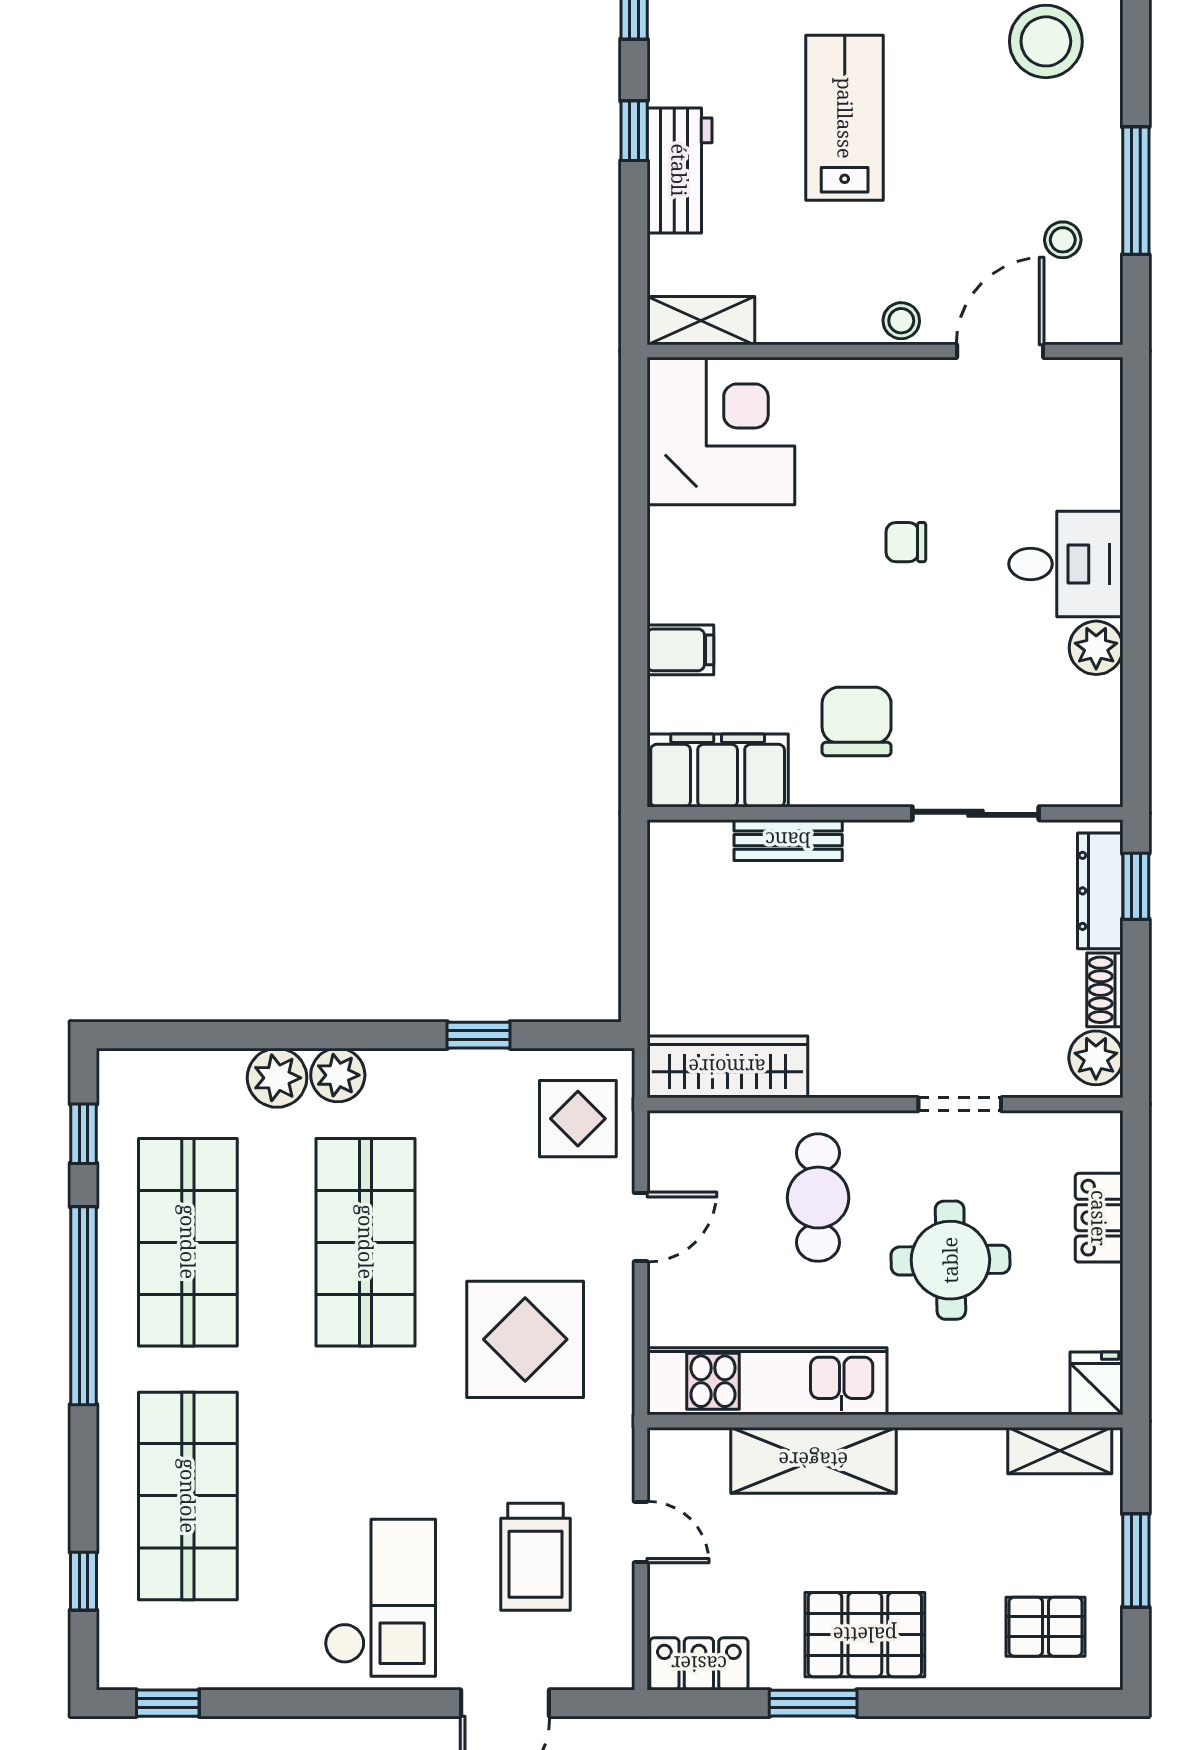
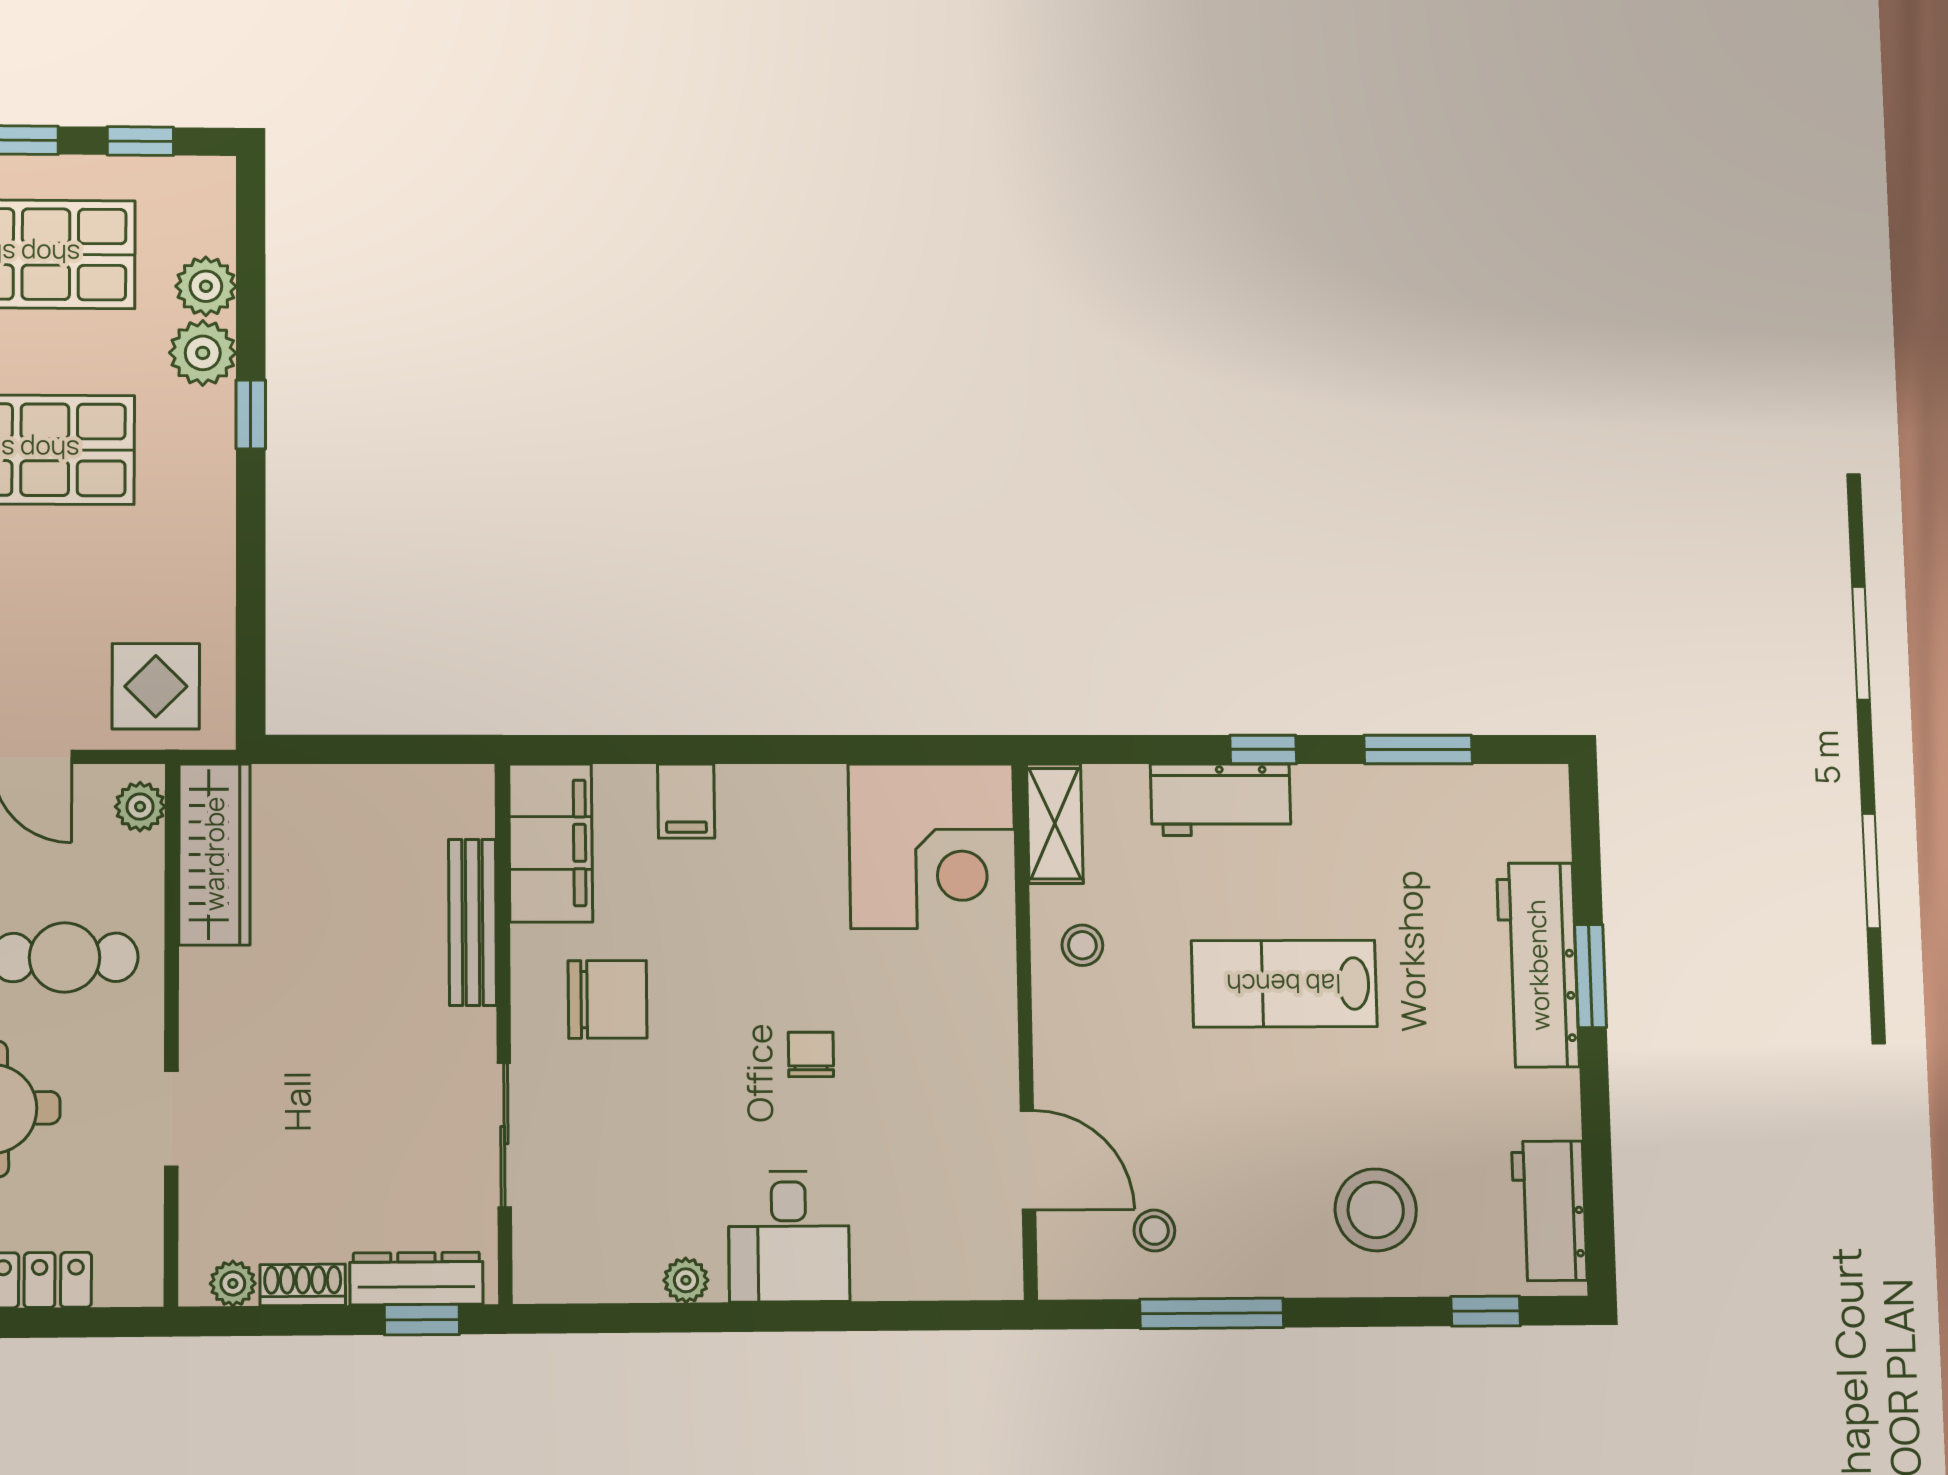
lab bench: (845, 118) -> (1284, 984), turned 180
stool: (901, 321) -> (1082, 945), moved
plant: (1096, 648) -> (686, 1280), width x0.73, depth x0.73
bench: (788, 840) -> (472, 922), width x1.36
window: (479, 1035) -> (251, 414), moved
plant: (1096, 1058) -> (233, 1283), width x0.73, depth x0.73
plant: (338, 1075) -> (206, 286), moved
plant: (685, 1132) -> (140, 807), added

